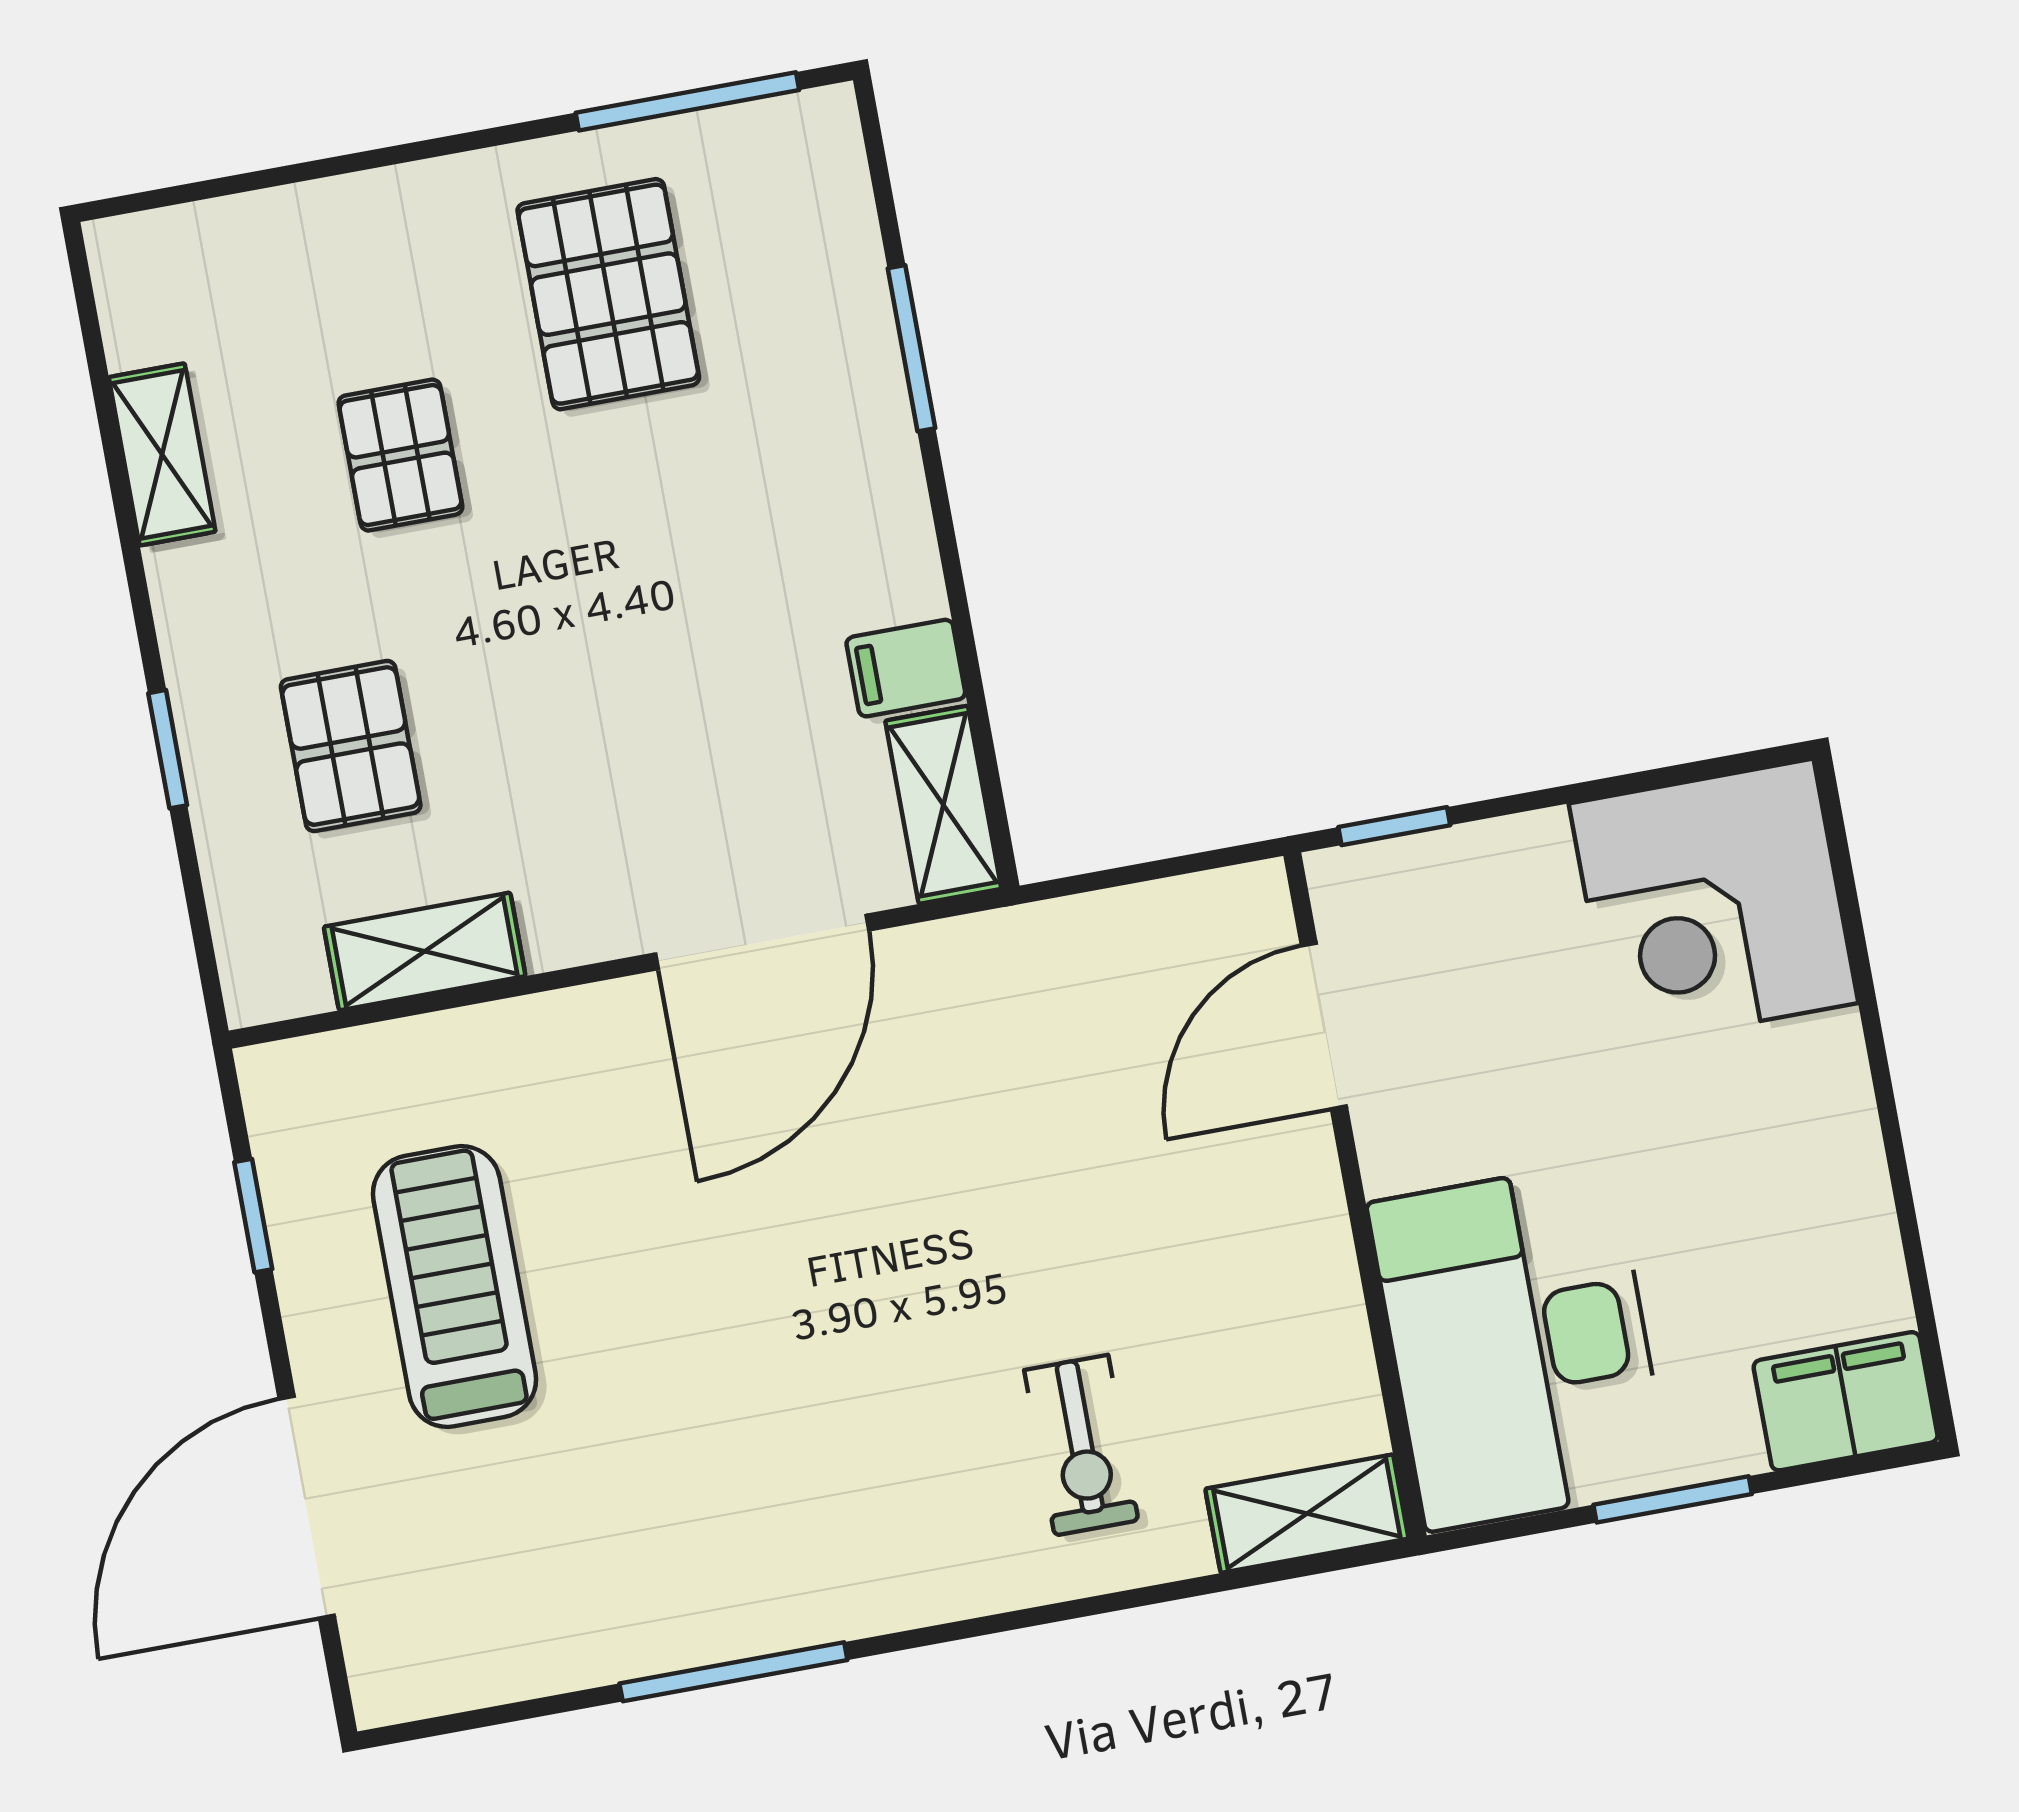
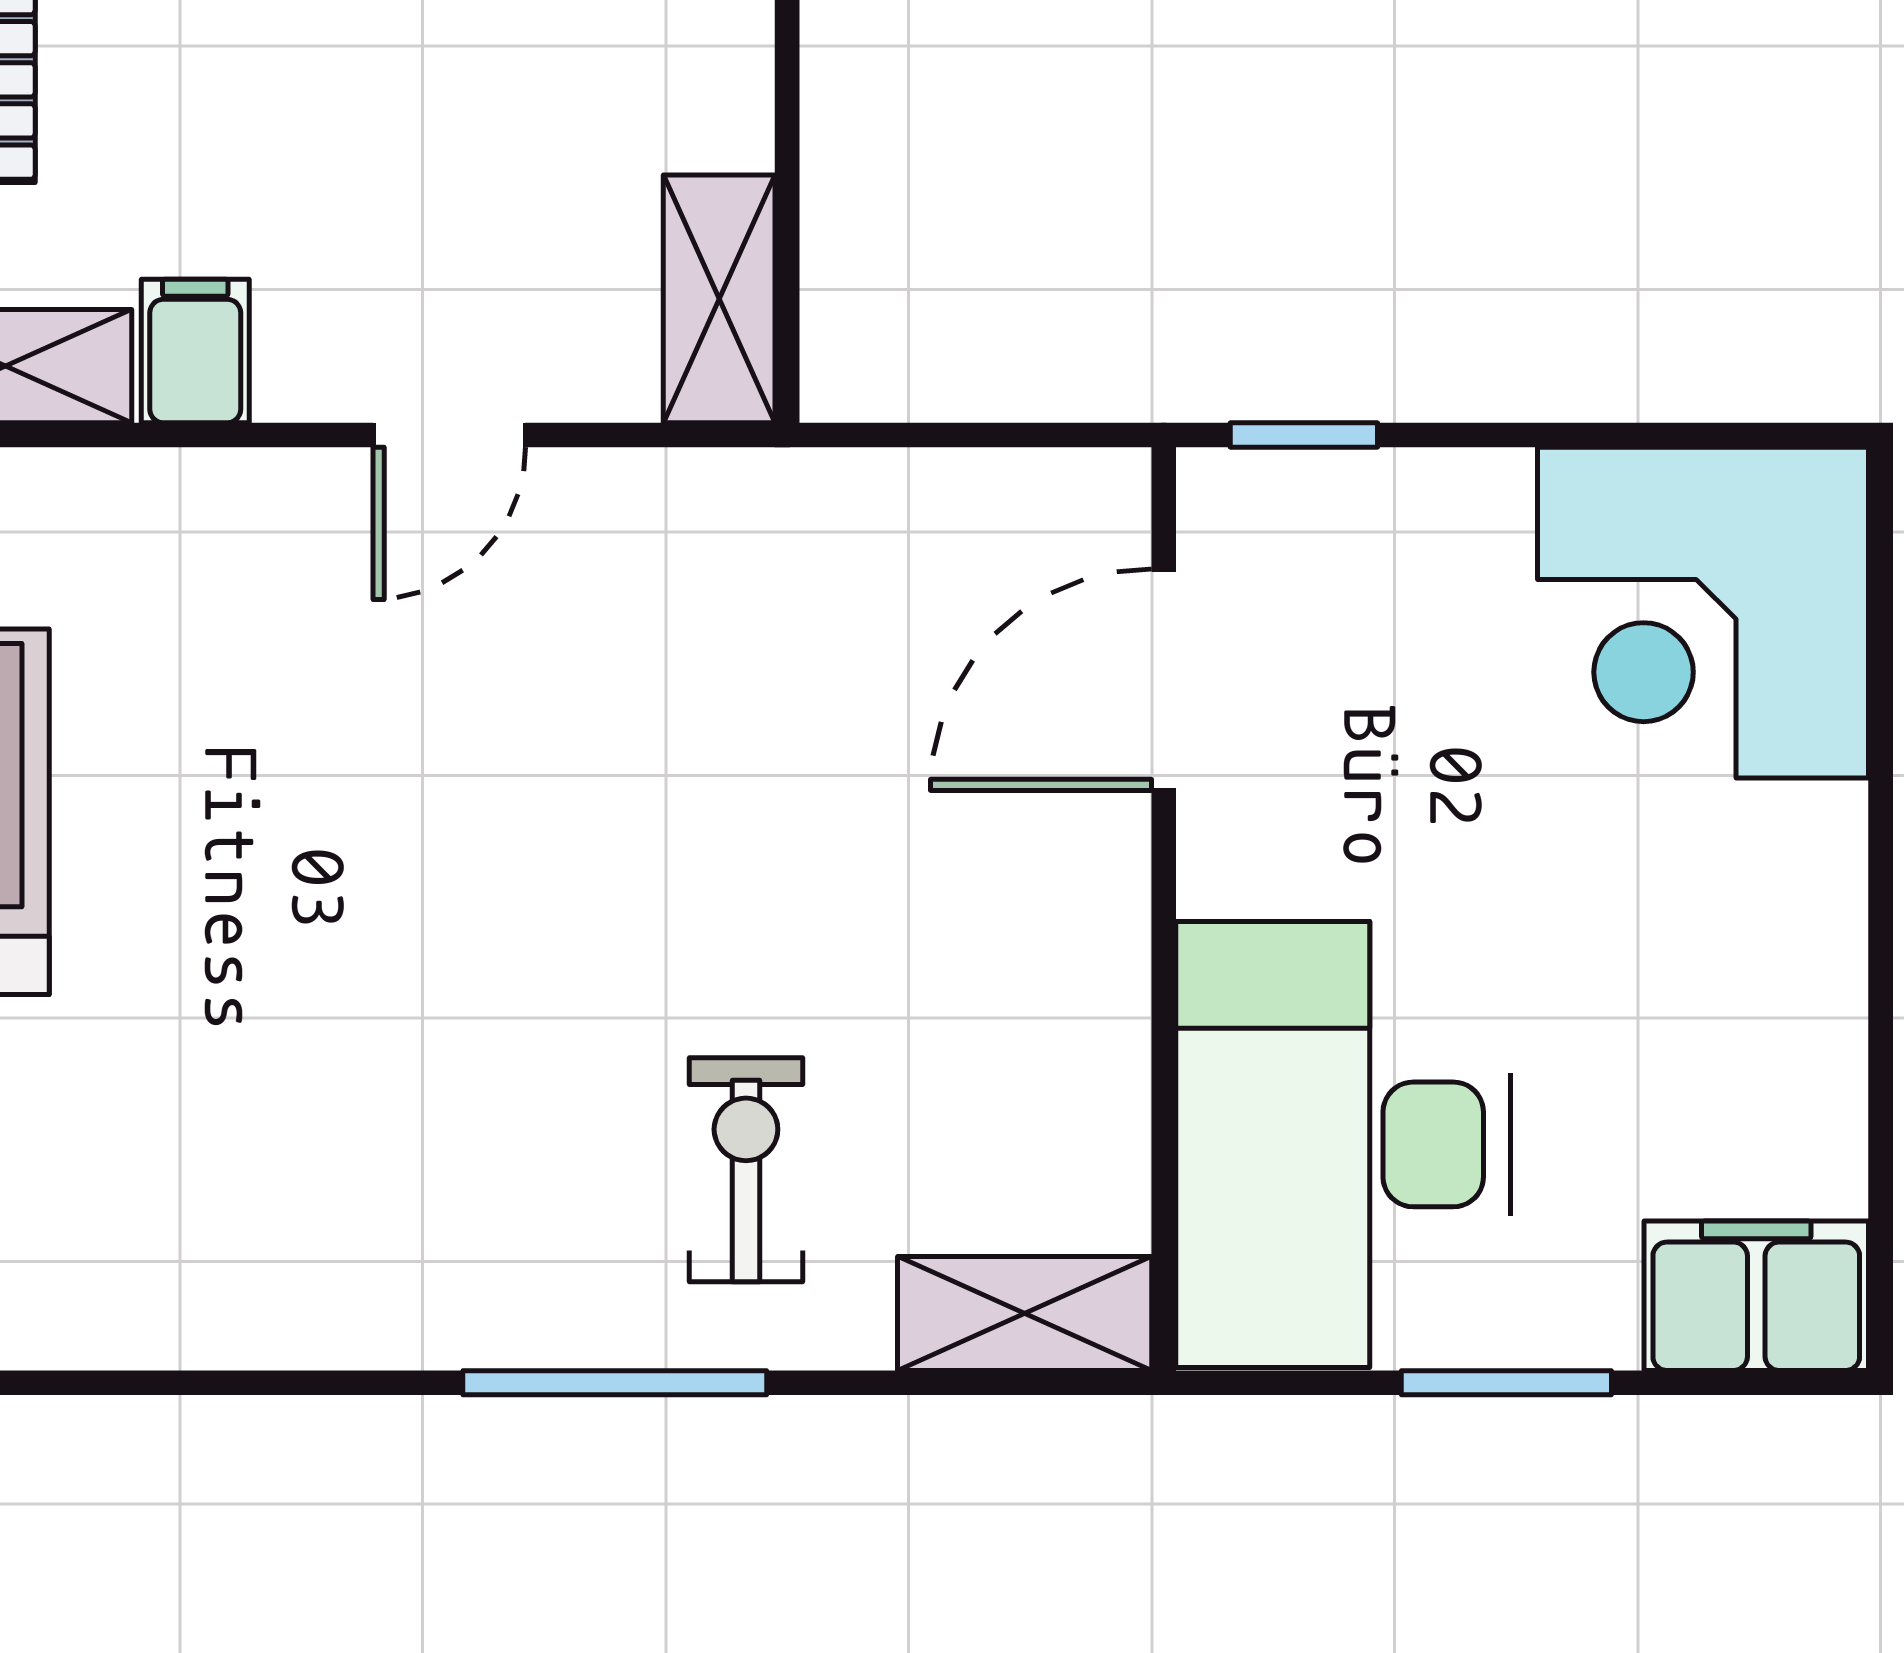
filing cabinet: (906, 668) -> (195, 351), moved, turned 90
door: (762, 942) -> (449, 435), width x0.53
exercise bike: (1081, 1445) -> (746, 1170), turned 180
window: (733, 1672) -> (615, 1383), moved

